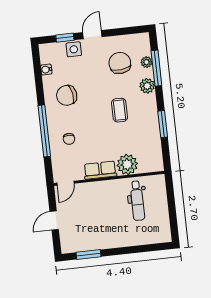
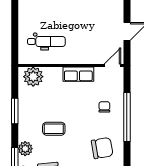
coffee table: (120, 110) -> (54, 129), turned 90
plant: (127, 164) -> (33, 77), moved
dental chair: (137, 201) -> (46, 41), turned 90

